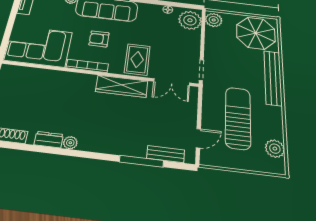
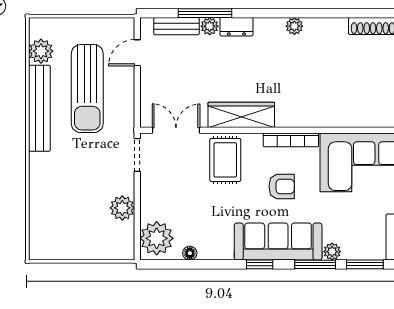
plant: (214, 20) -> (122, 208), moved
parasol: (256, 33) -> (61, 229), removed
bench: (273, 78) -> (39, 108), moved
dresser: (49, 140) -> (236, 27), moved
plant: (139, 151) -> (210, 26), added

